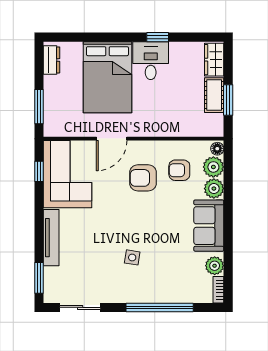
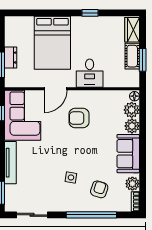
dresser: (52, 60) -> (11, 58), moved
desk: (151, 61) -> (90, 73), moved, turned 180
armchair: (179, 170) -> (99, 189), moved, turned 108

